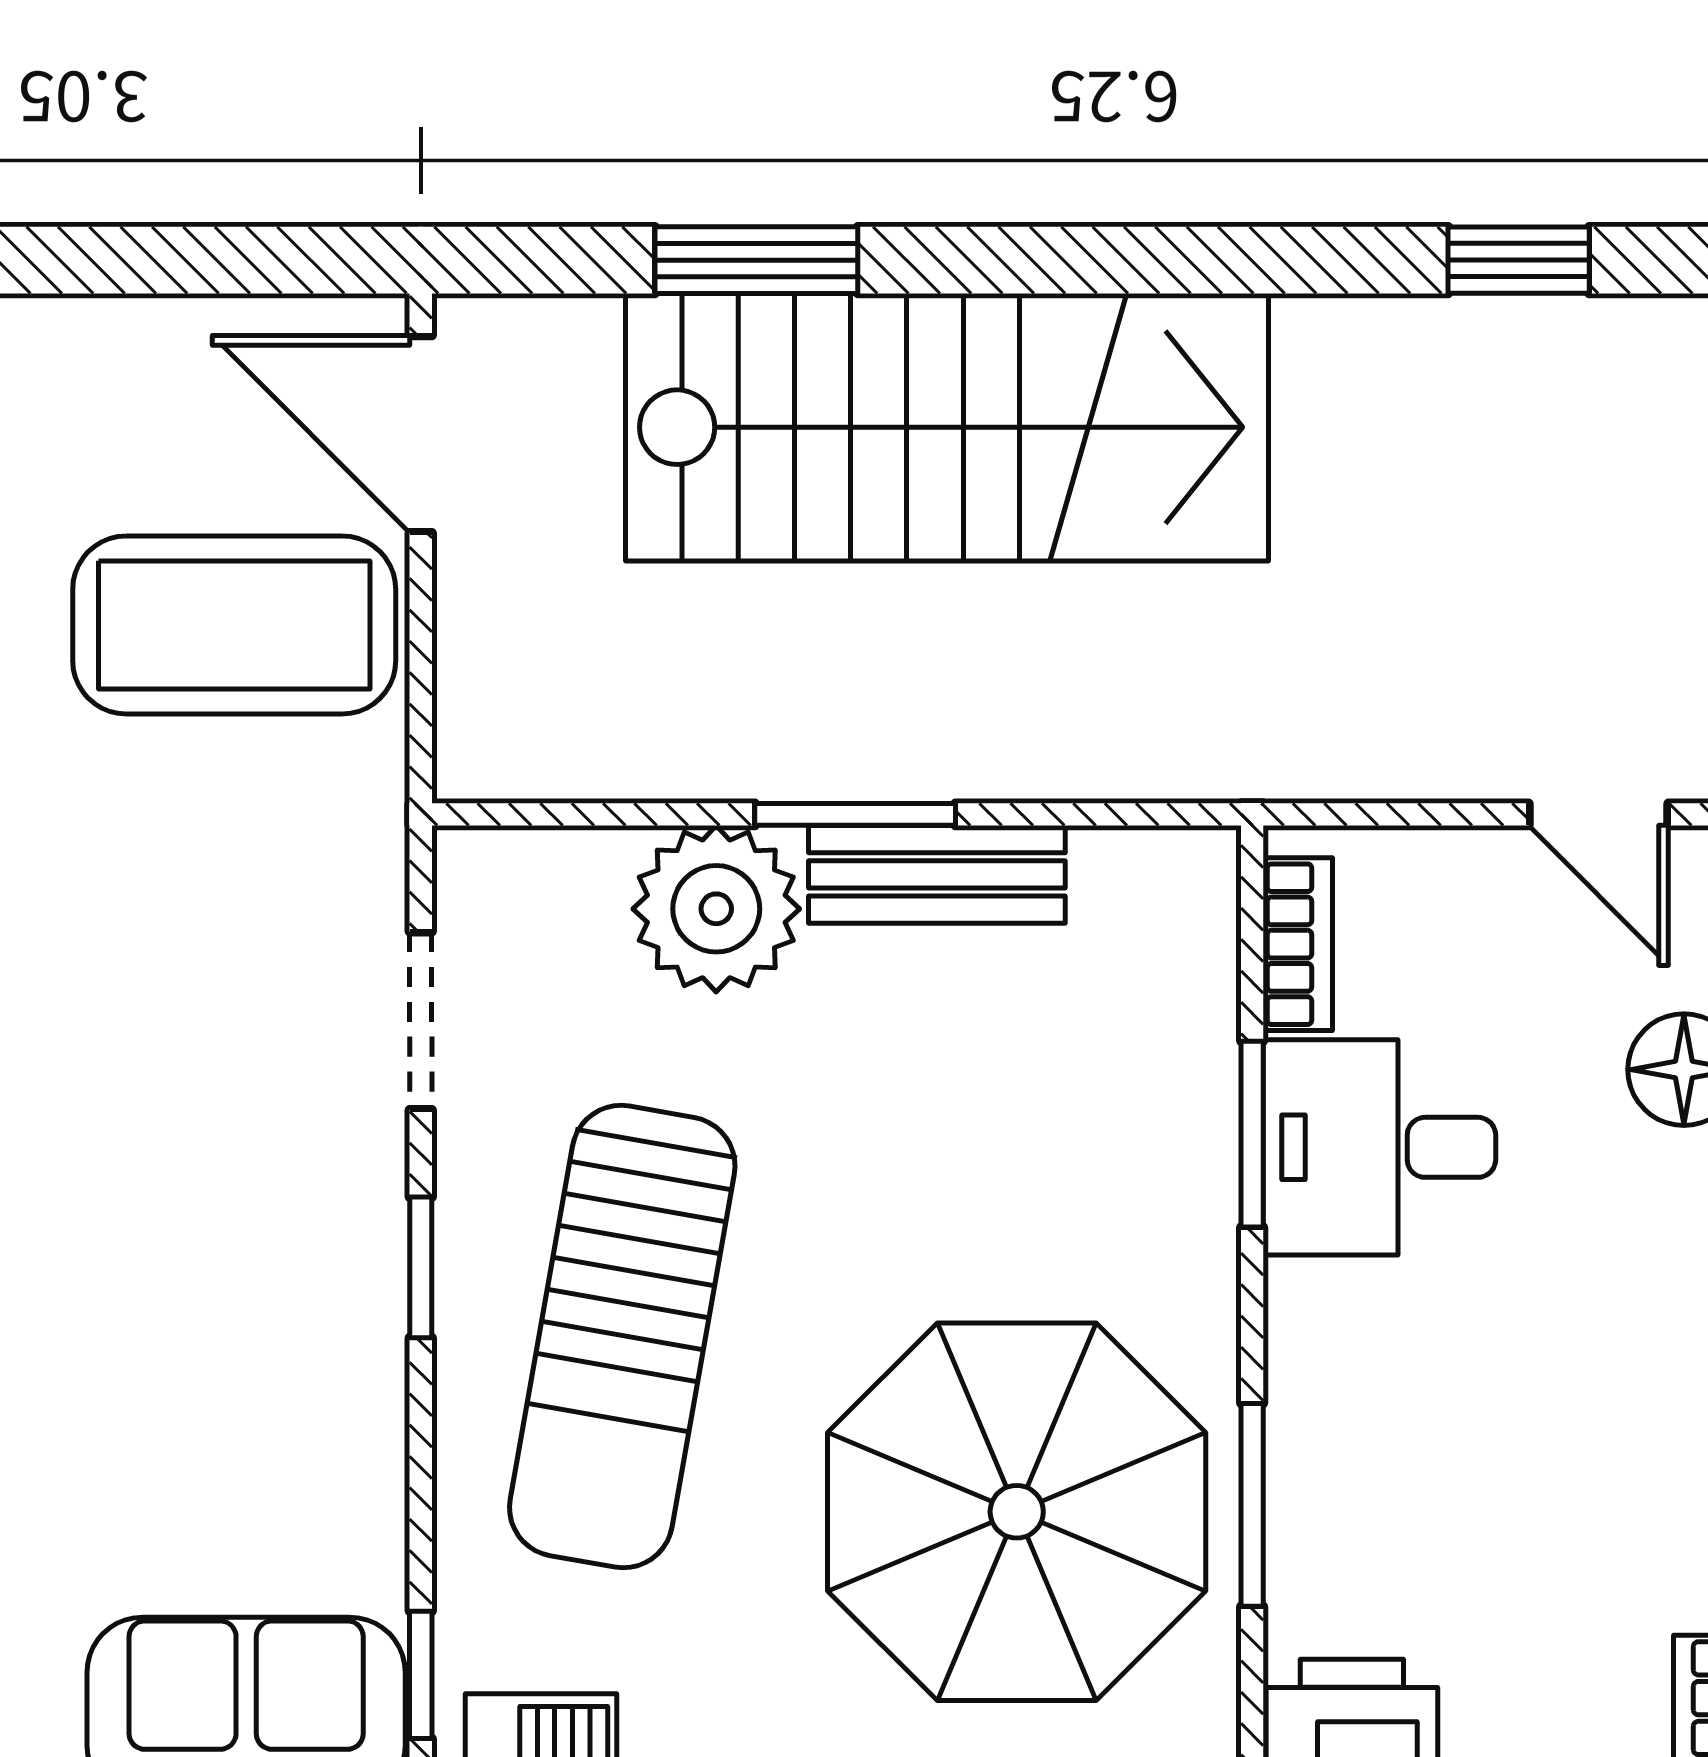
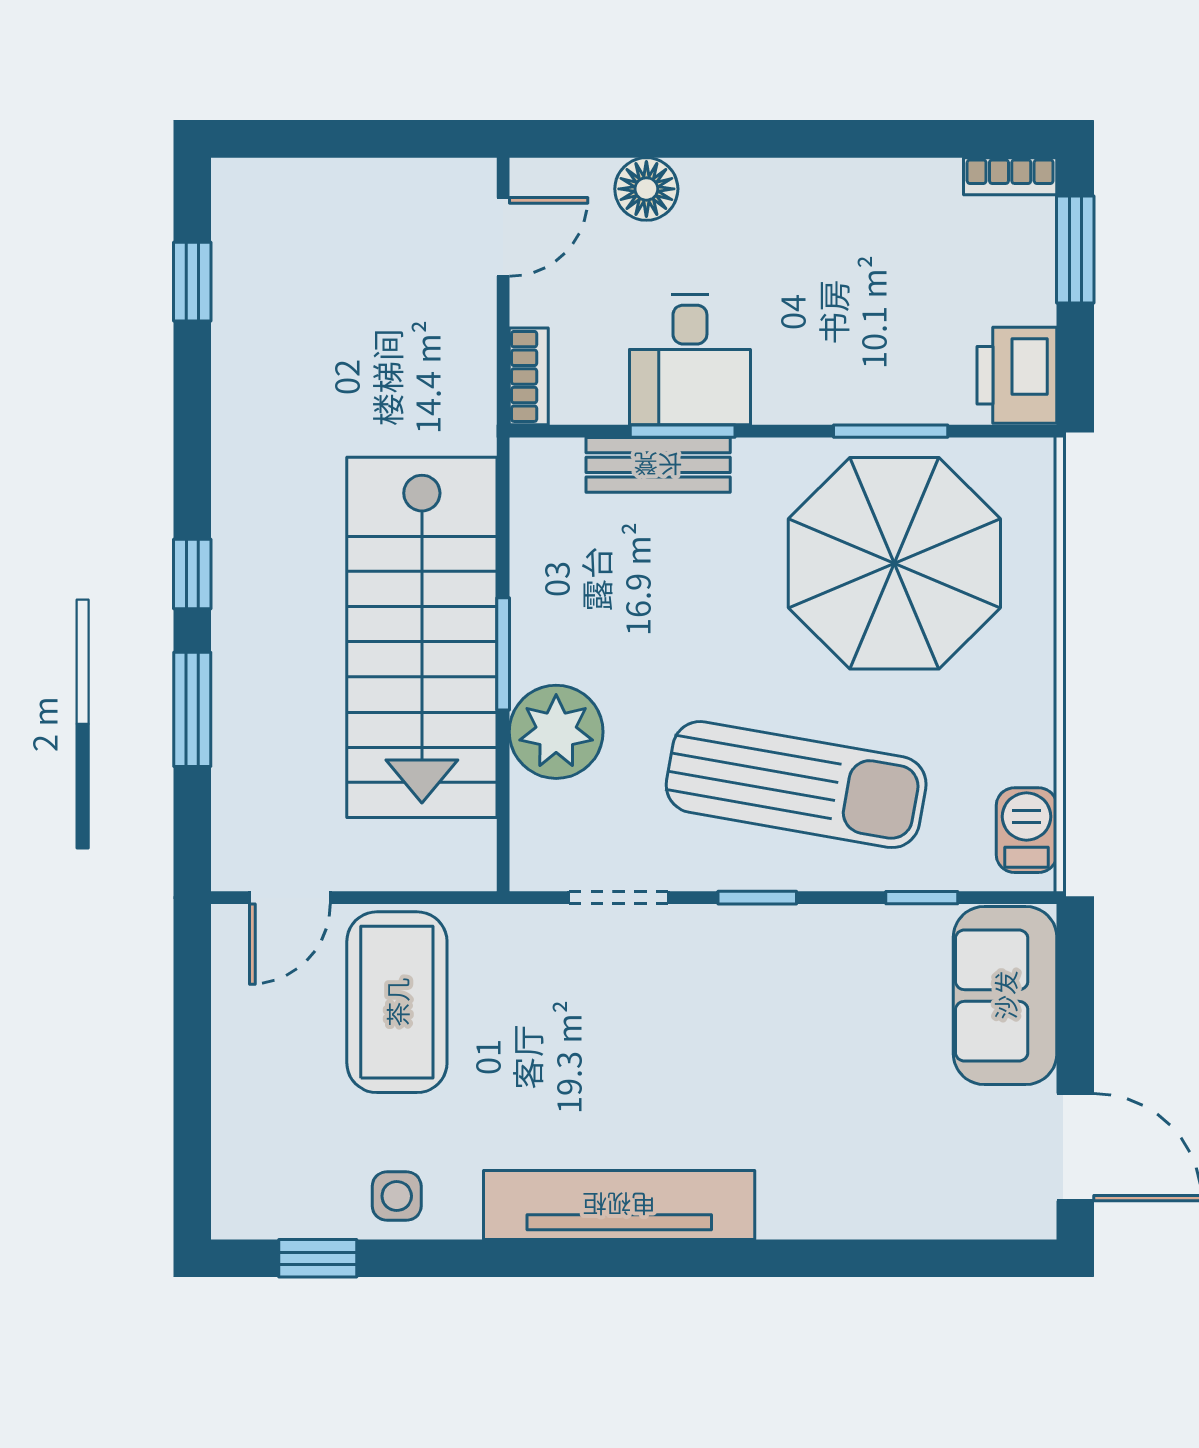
window: (997, 260) -> (192, 574), added
stairs: (947, 427) -> (422, 637), moved, turned 180
door: (421, 434) -> (290, 898), width x0.73
bench: (937, 874) -> (658, 465), moved, turned 90
bookcase: (1298, 944) -> (529, 376), moved, turned 90
window: (421, 1675) -> (922, 898), moved

